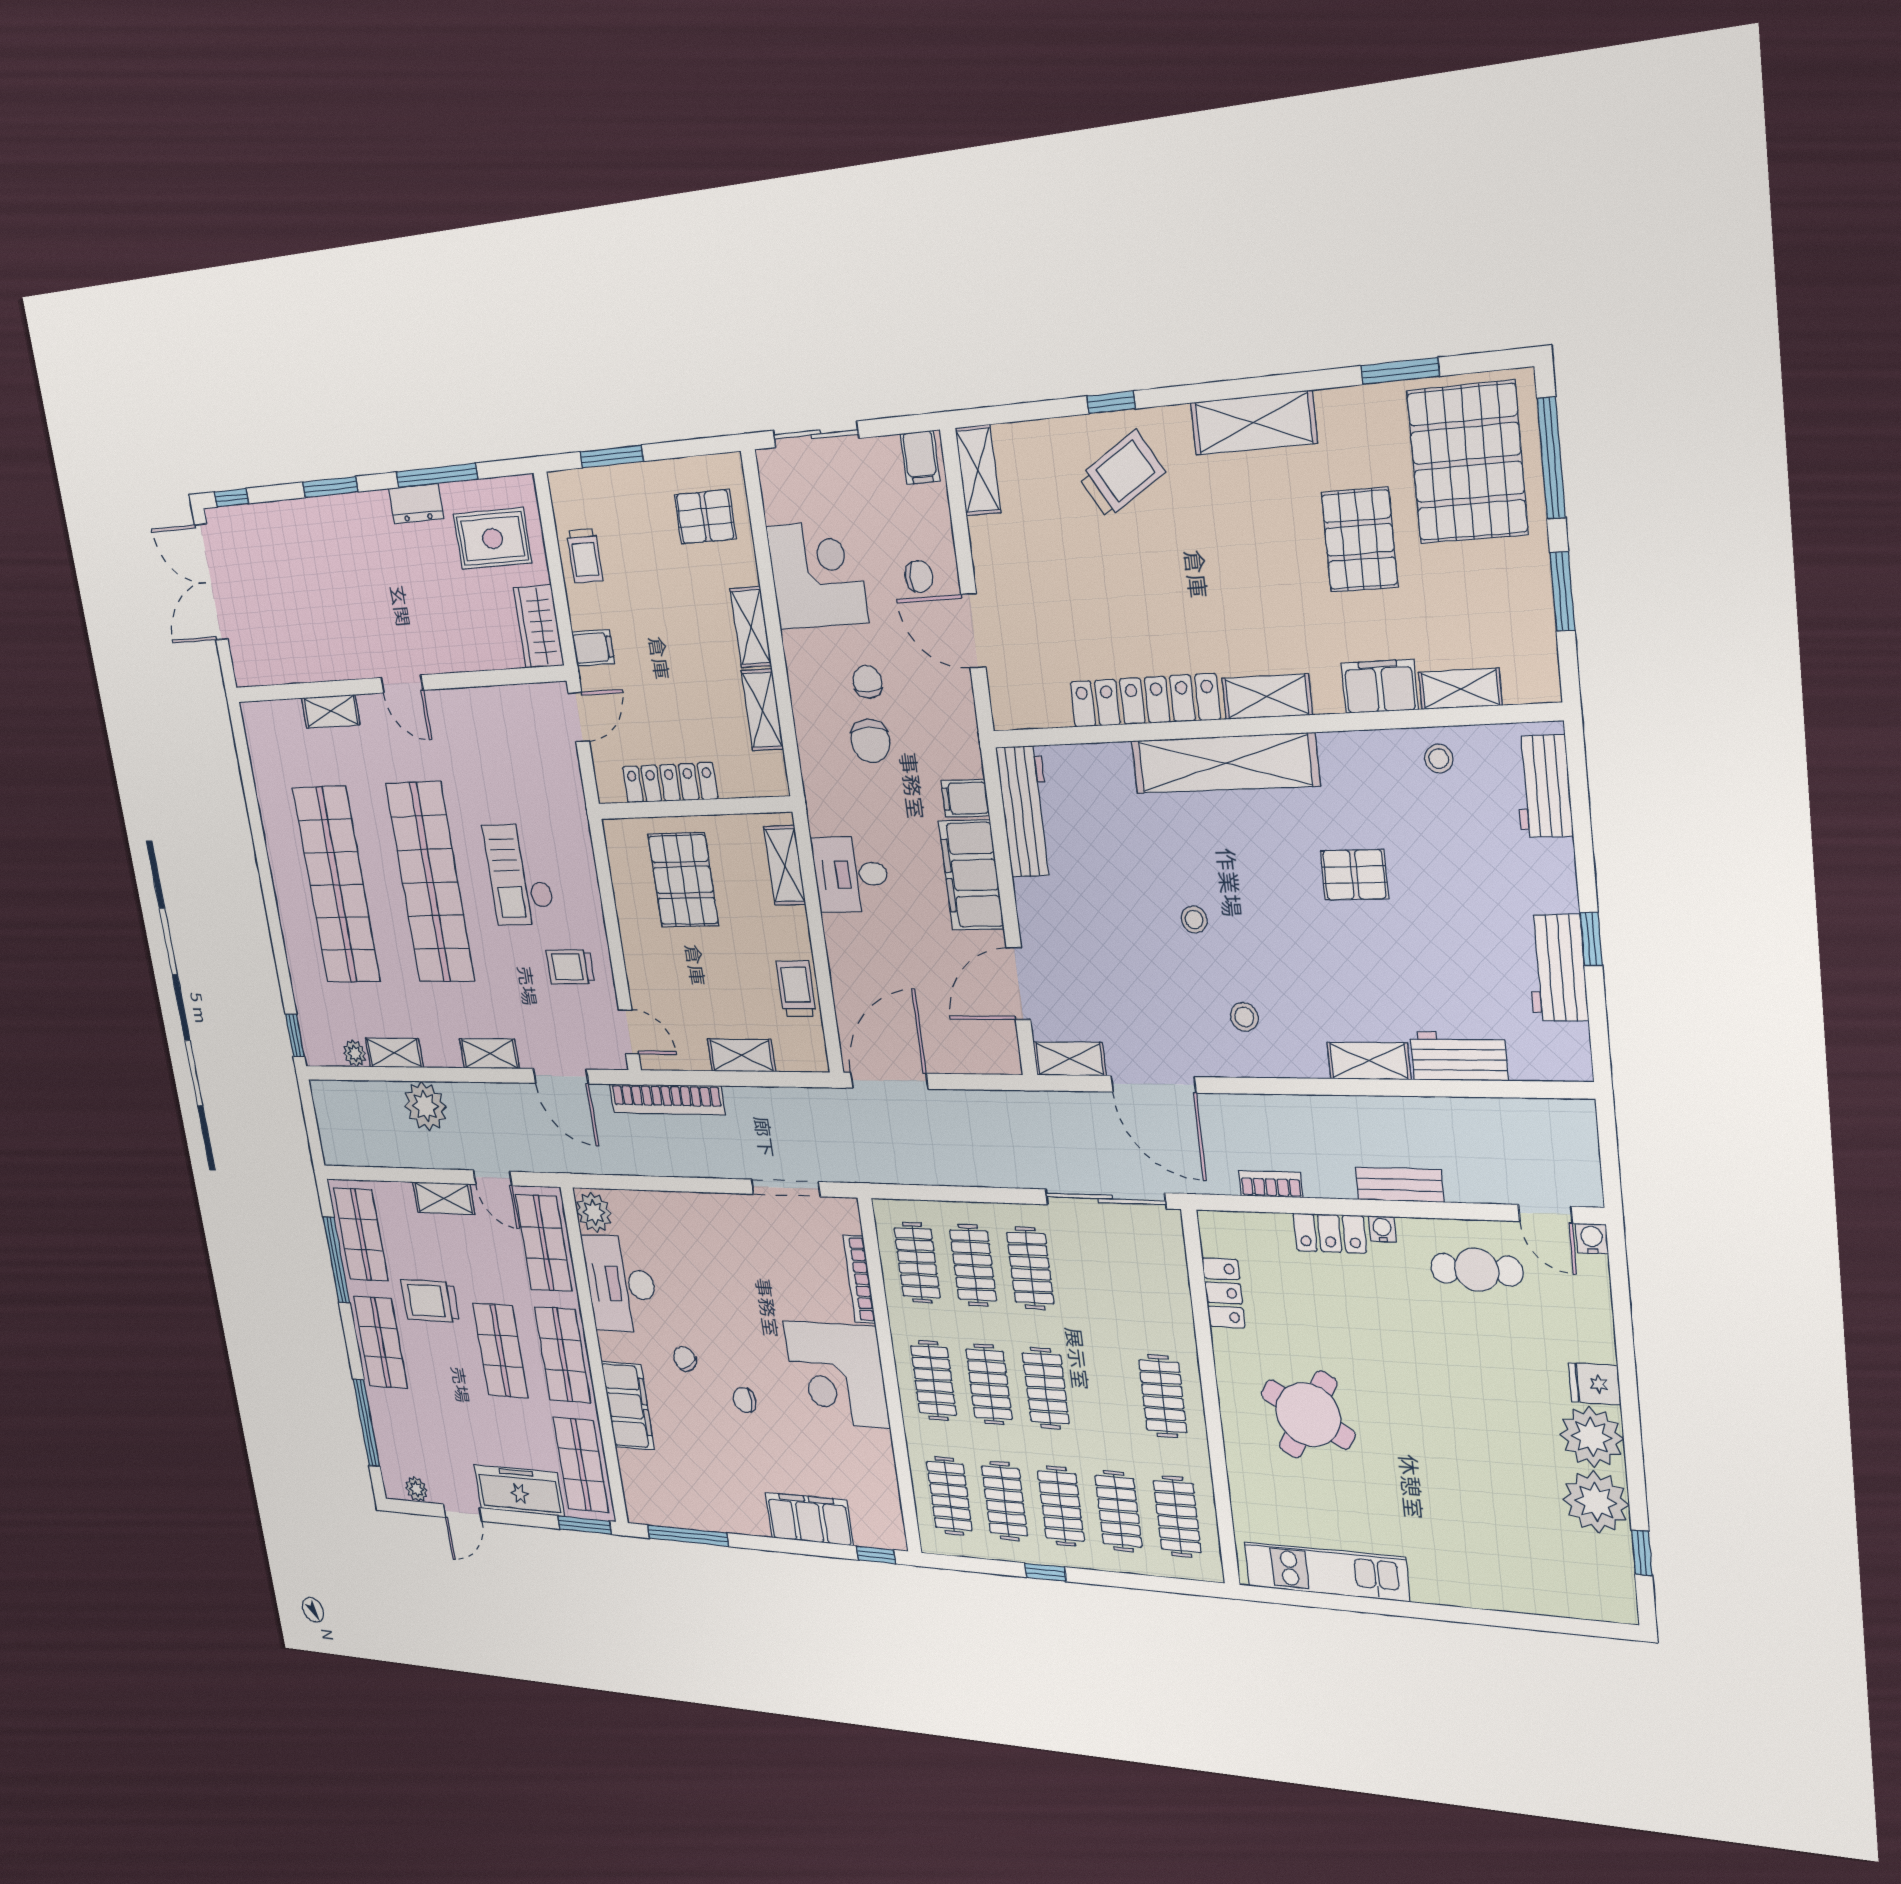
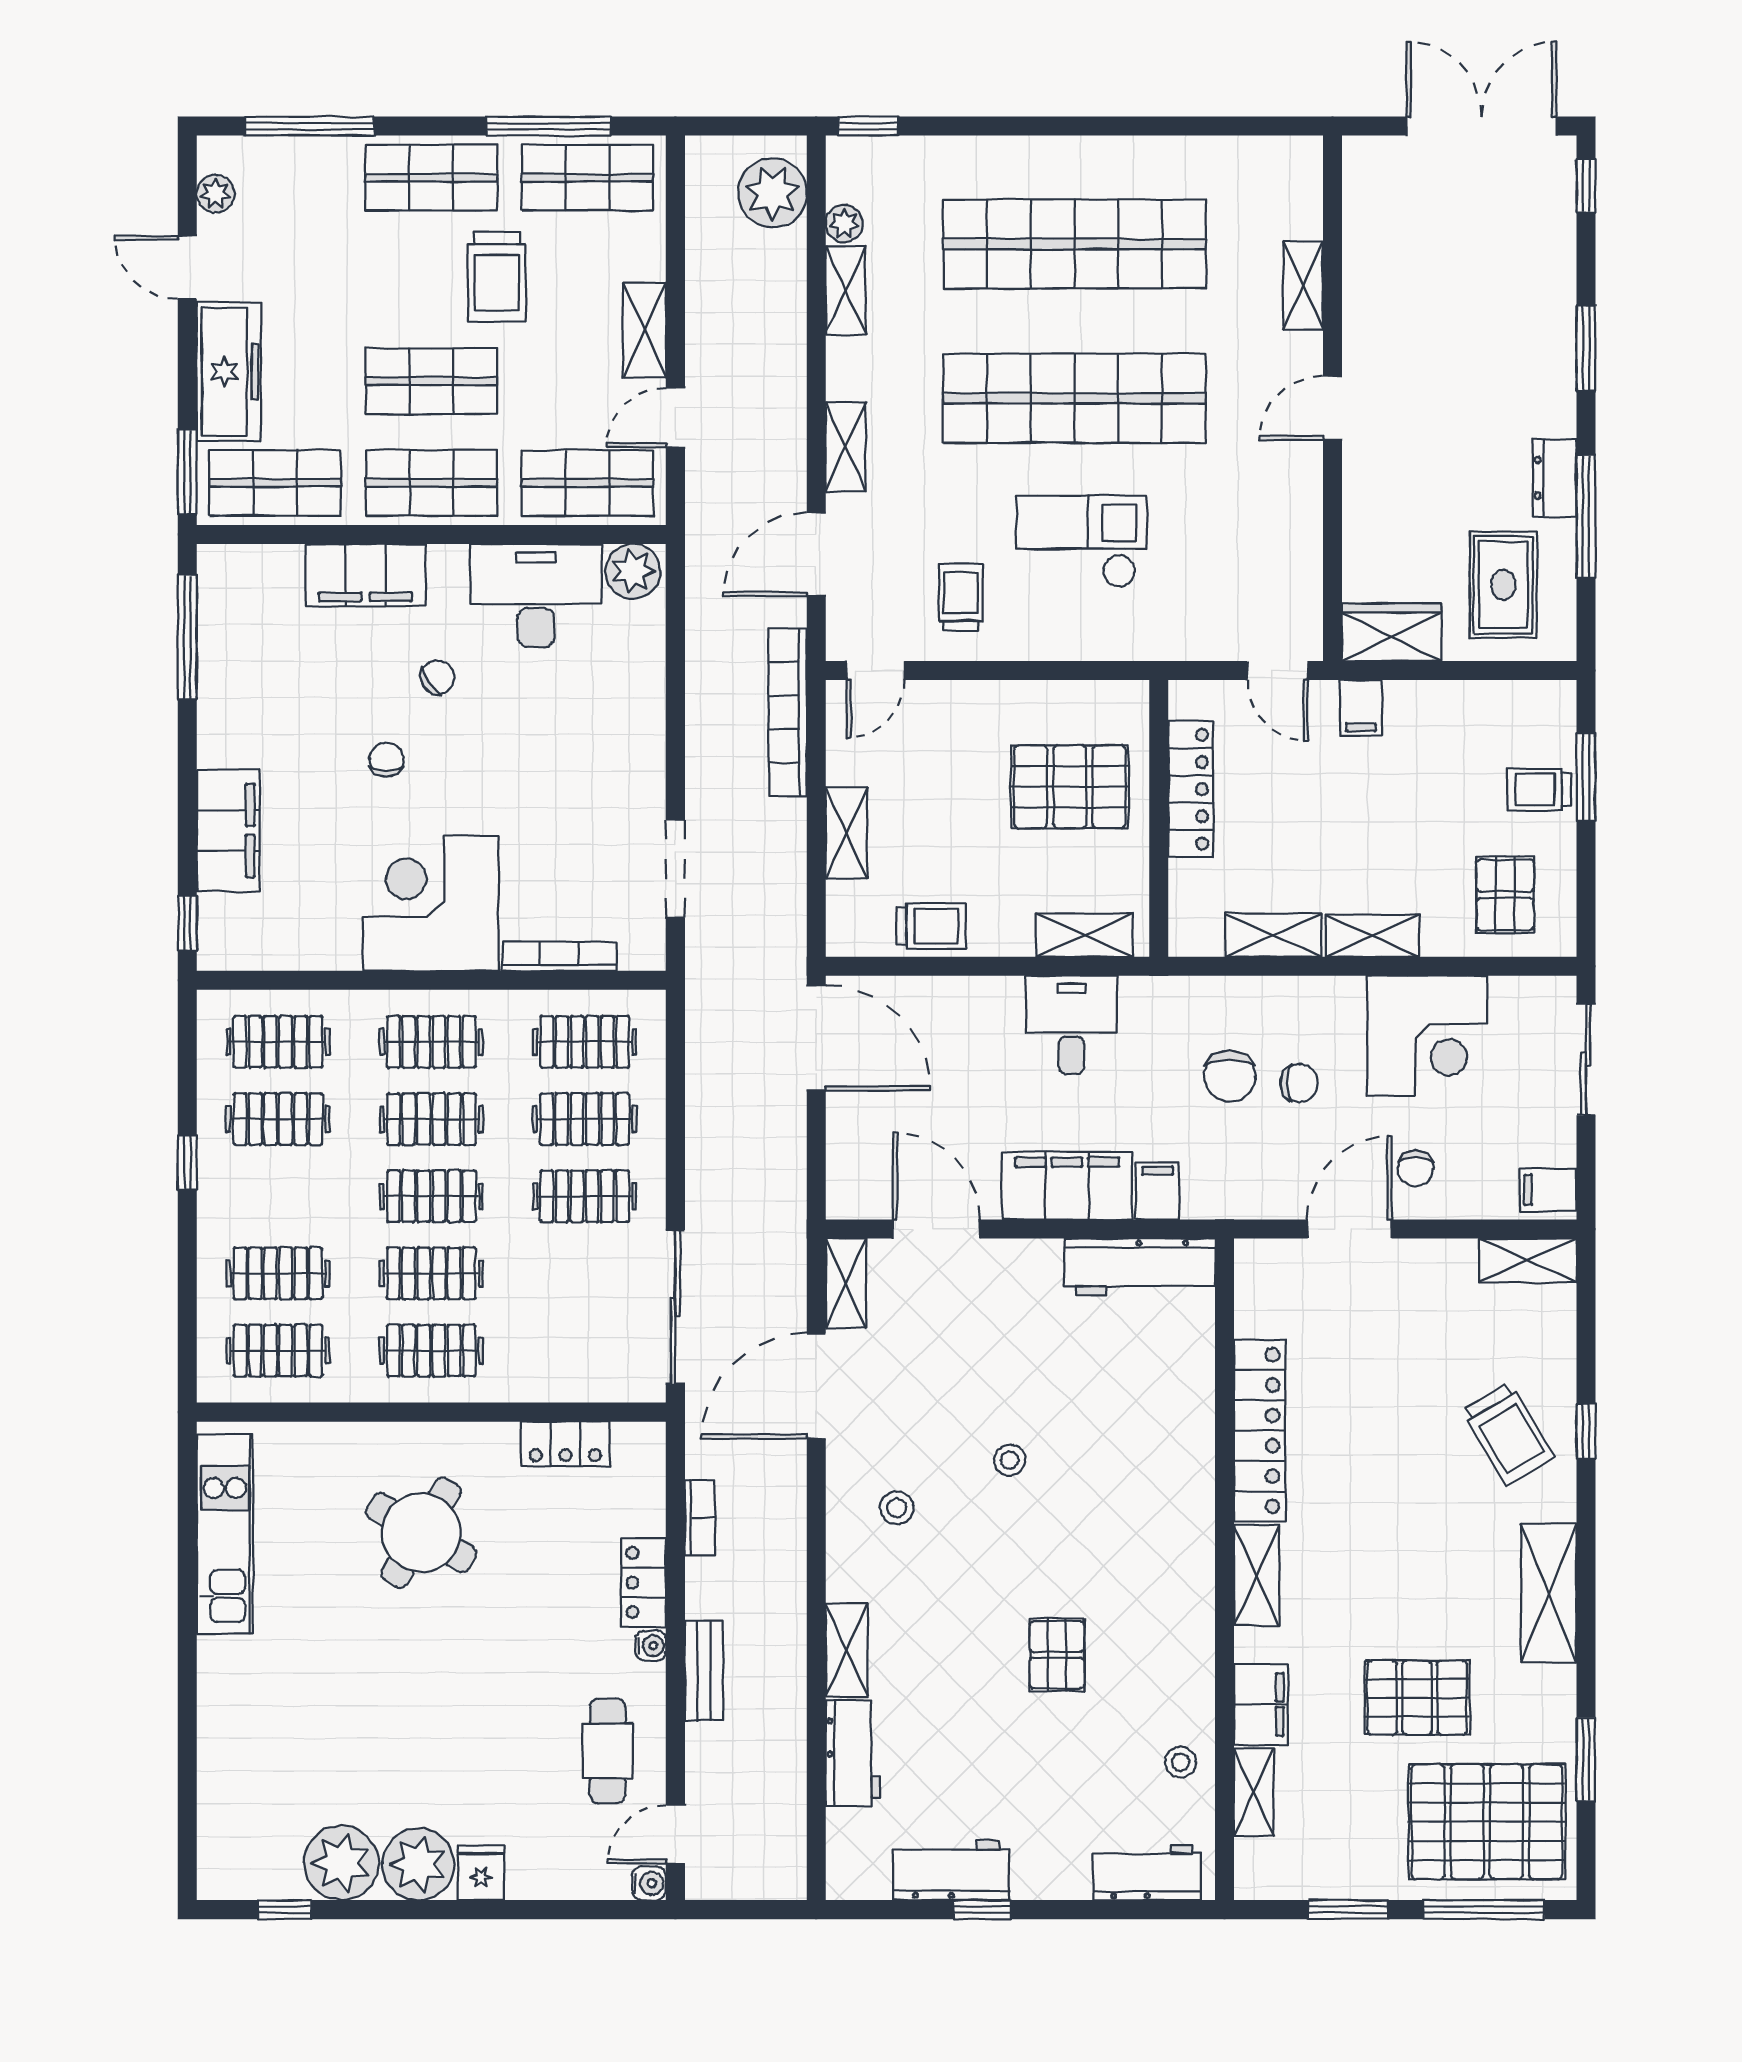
trolley: (585, 556) -> (1539, 790), moved
chair: (870, 741) -> (1230, 1076), turned -90
shelving: (1225, 763) -> (1185, 1518), removed
plant: (425, 1106) -> (772, 193), moved
trolley: (430, 1301) -> (497, 277), turned 180
clothes rail: (1061, 1506) -> (431, 1273), moved

